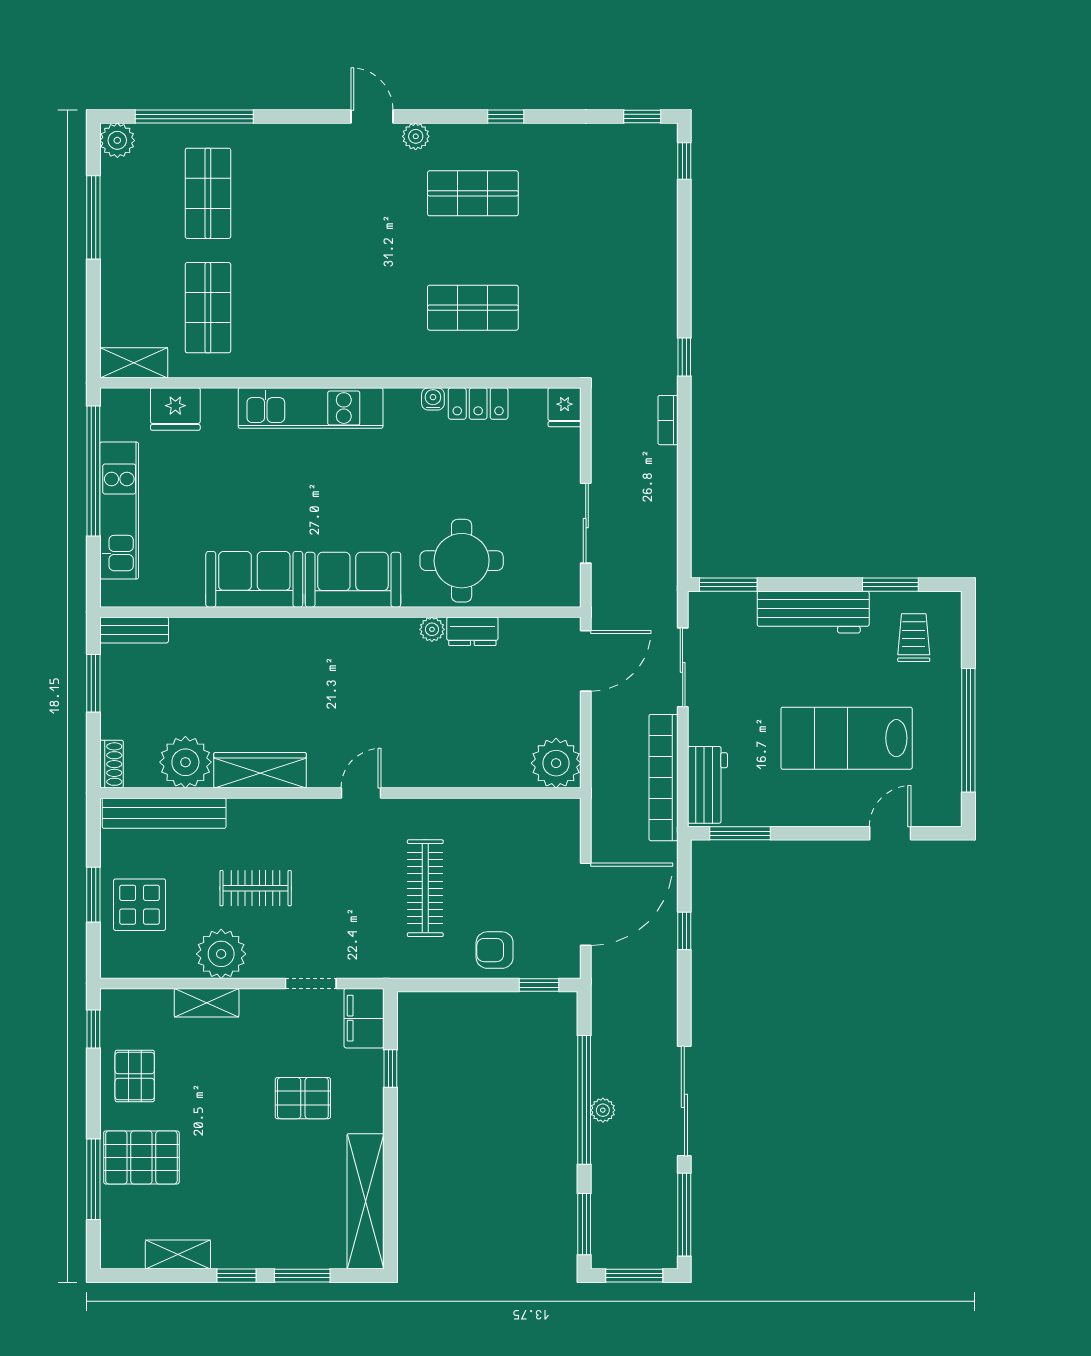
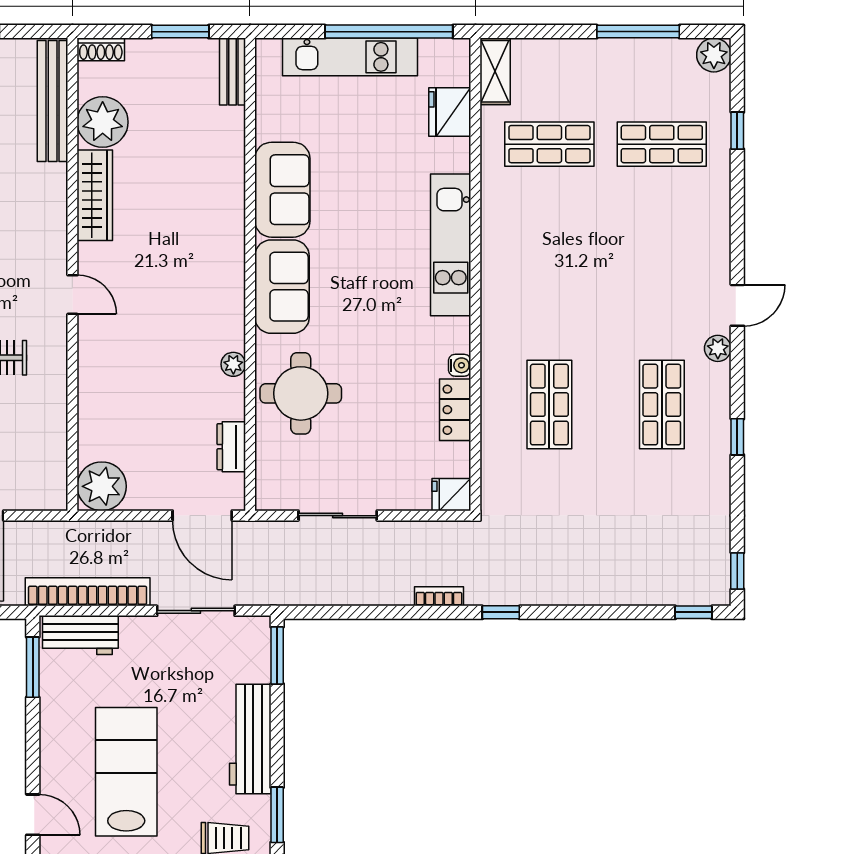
window: (194, 116) -> (737, 131), width x0.32
dresser: (472, 631) -> (231, 447), moved

